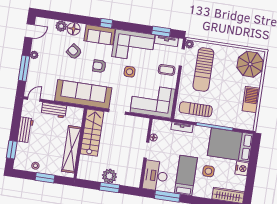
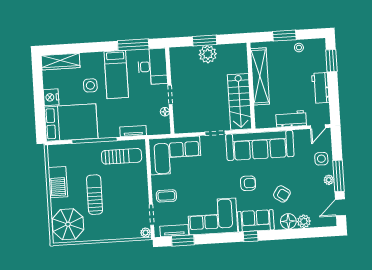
window: (24, 68) -> (338, 176), moved
sun lounger: (203, 70) -> (95, 195), moved, width x0.73, depth x0.75
side table: (130, 72) -> (321, 159), moved

